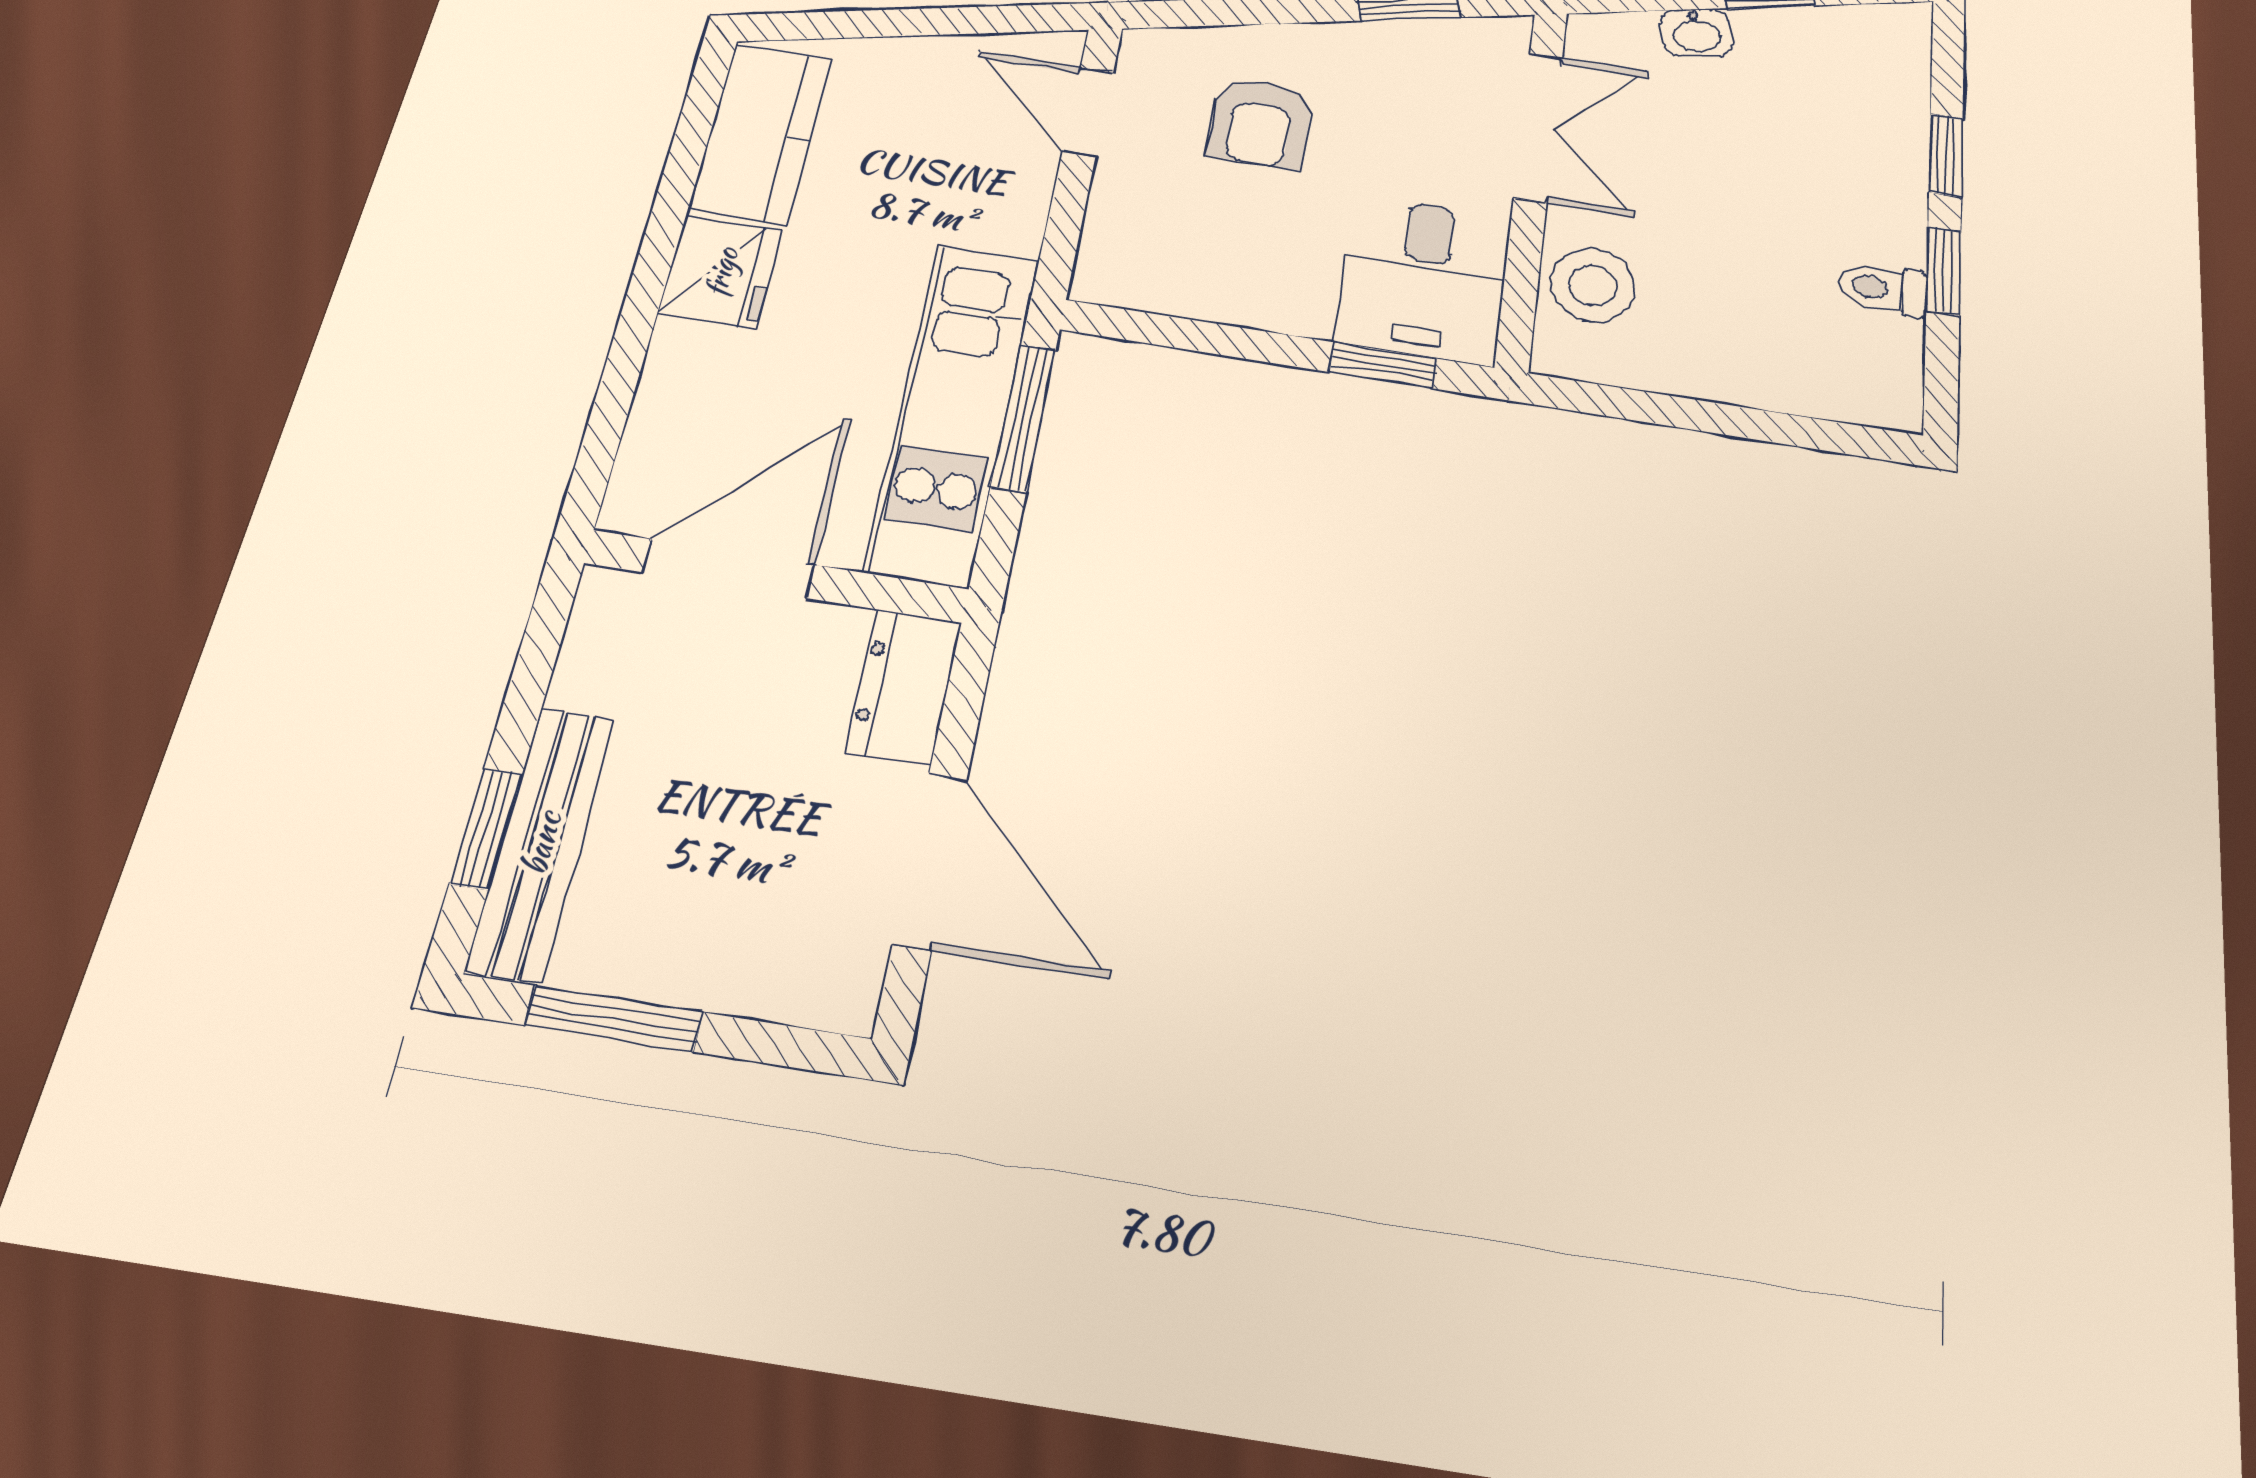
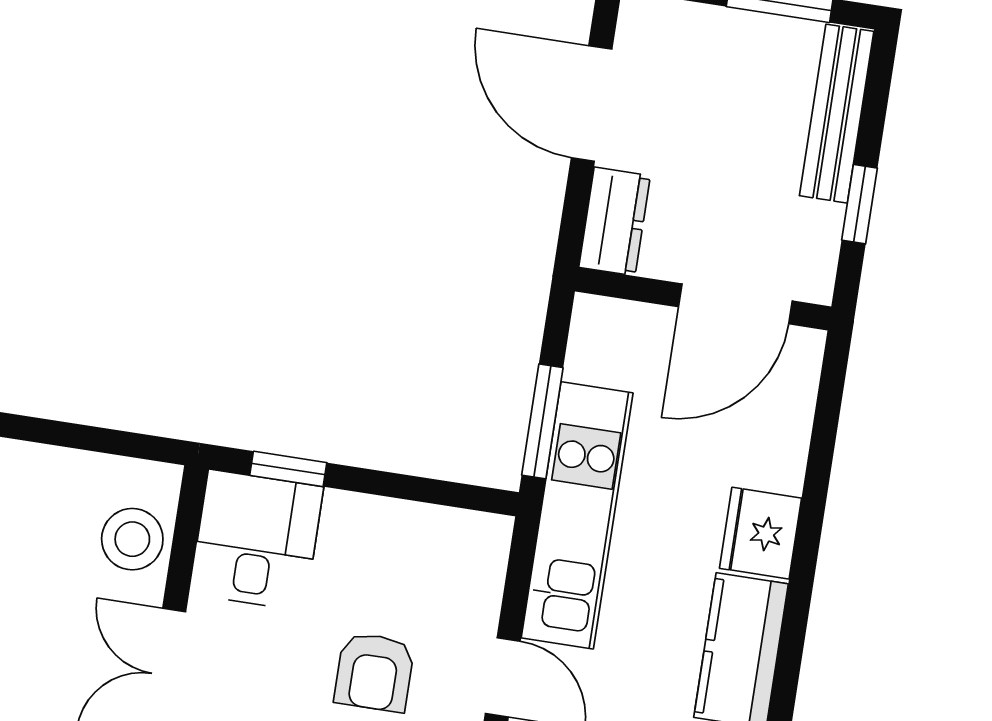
armchair: (1260, 123) -> (374, 672), turned 180
kitchen unit: (953, 412) -> (577, 515), moved
window: (486, 829) -> (860, 204), moved

